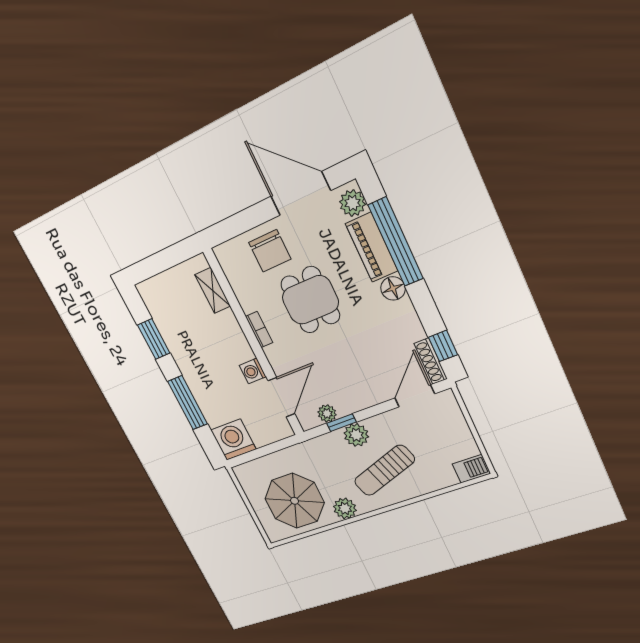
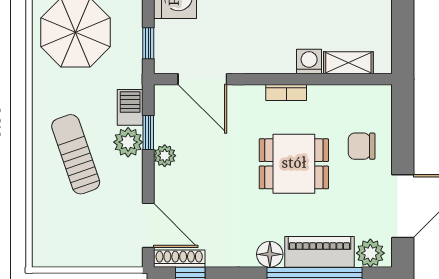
chair: (270, 251) -> (362, 146), width x0.73, depth x0.73
washing machine: (253, 371) -> (309, 61), moved
plant: (327, 413) -> (165, 156), moved
window: (276, 447) -> (148, 43), added
barbecue: (471, 469) -> (130, 107), moved, turned 180
plant: (345, 508) -> (46, 88), removed

